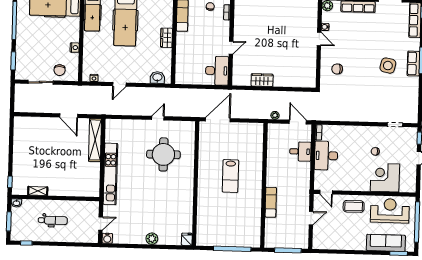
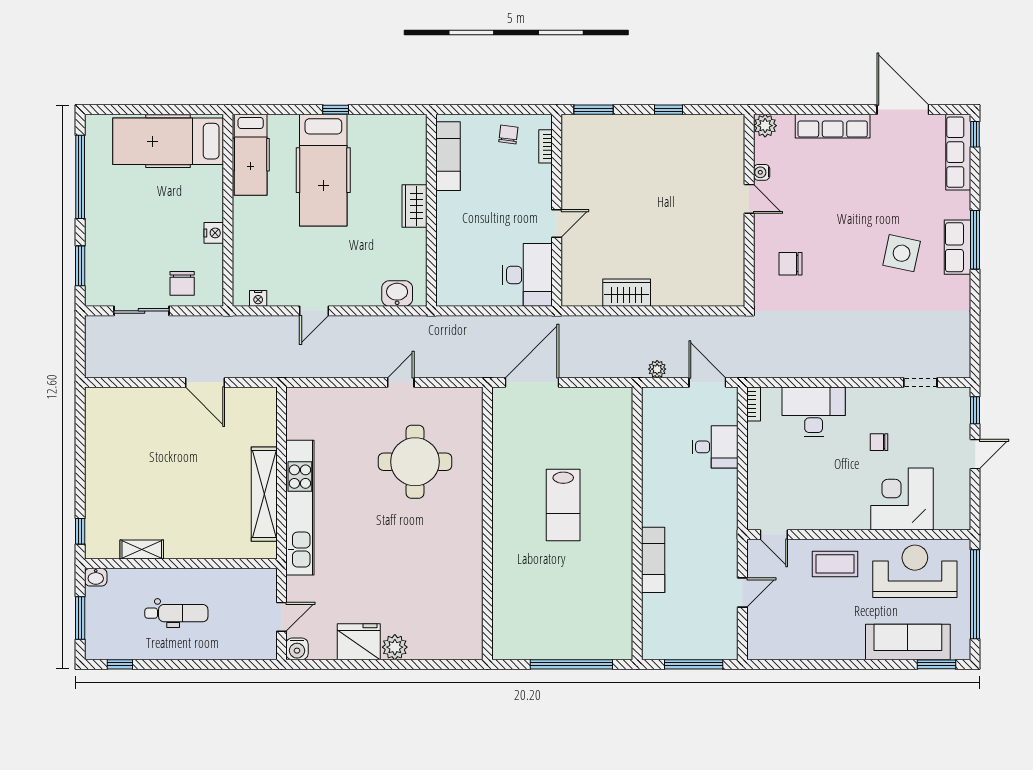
shelving: (95, 140) -> (264, 494), moved
desk: (326, 156) -> (814, 412), moved, turned 90
fridge: (187, 239) -> (359, 642), moved, width x1.88, depth x1.34

